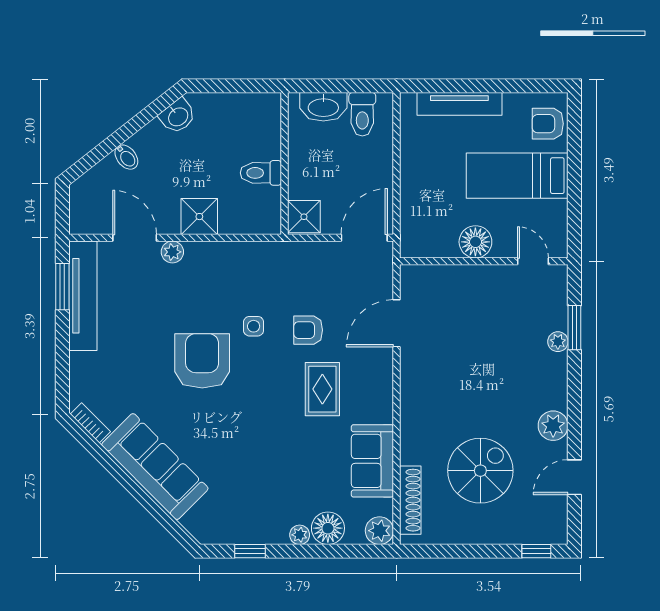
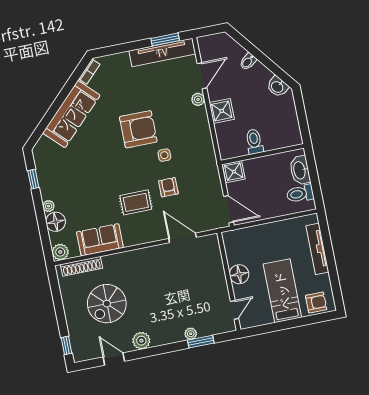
armchair: (548, 124) -> (316, 302), turned 90
spiral stairs: (480, 471) -> (107, 304), turned 90

